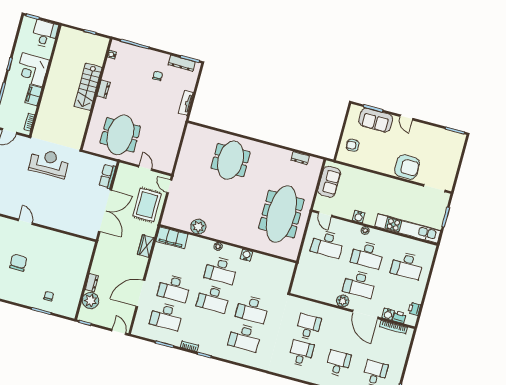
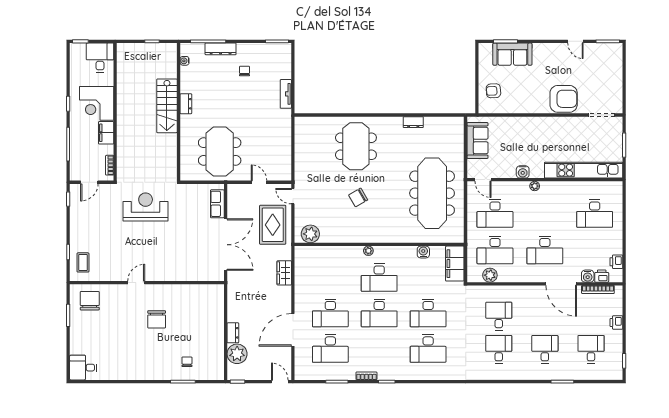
dresser: (182, 63) -> (221, 49), moved
door: (406, 117) -> (575, 41), moved
dresser: (300, 158) -> (413, 122), moved
chair: (221, 202) -> (358, 197), added
door: (25, 222) -> (136, 283), hinge flipped
plant: (198, 227) -> (310, 234), moved
filing cabinet: (172, 238) -> (455, 264), moved, turned 90
water cooler: (246, 255) -> (423, 252), moved
desk: (367, 255) -> (495, 250), moved
chair: (18, 263) -> (157, 319), moved, turned 180
plant: (343, 301) -> (490, 275), moved
printer: (401, 357) -> (616, 322), added

